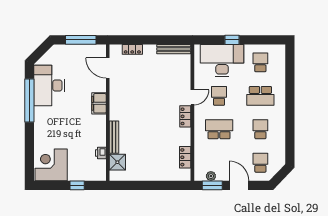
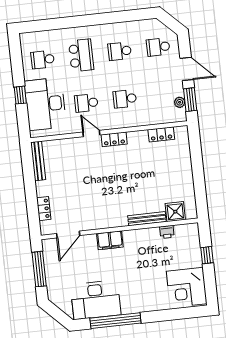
school desk: (219, 129) -> (125, 99), width x0.54
door: (239, 185) -> (187, 69), swing flipped

